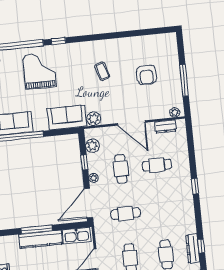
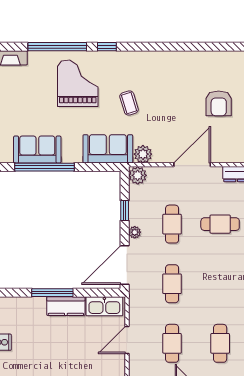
coffee table: (102, 71) -> (129, 103), moved
door: (131, 123) -> (192, 165), swing flipped
plant: (92, 146) -> (138, 175), moved
cafe table: (126, 214) -> (172, 284), turned 90
kitchen counter: (41, 239) -> (66, 306), width x0.67

